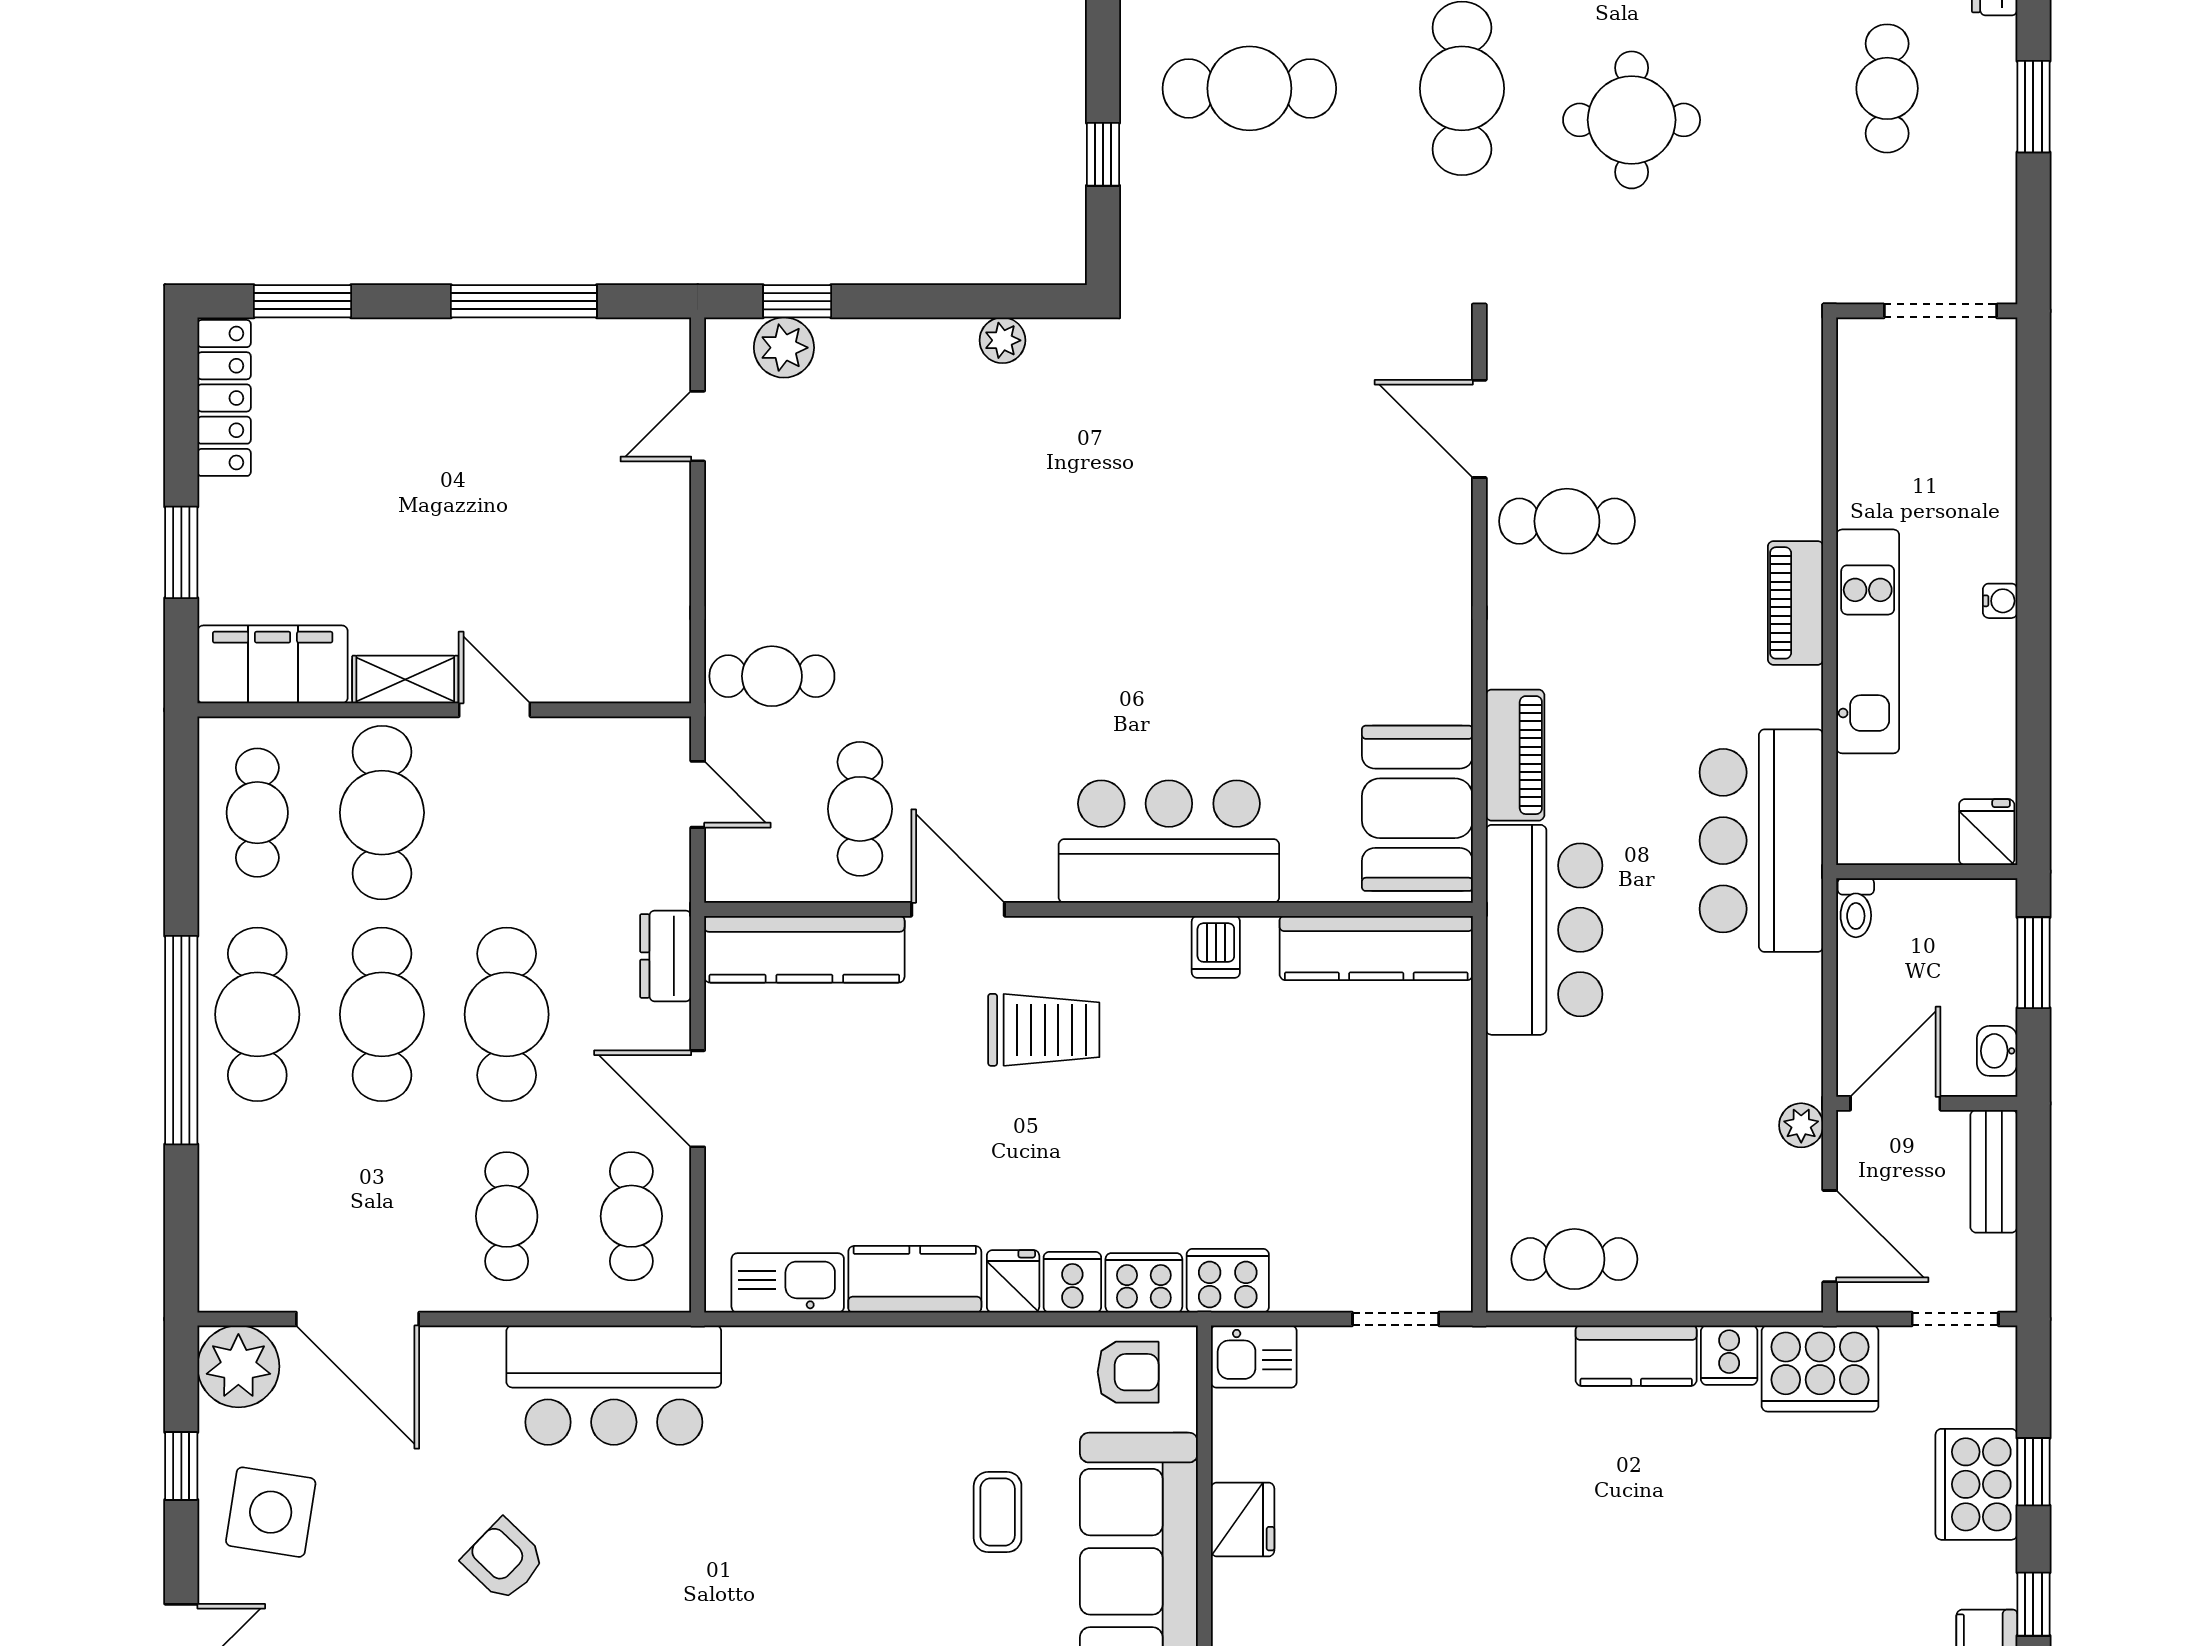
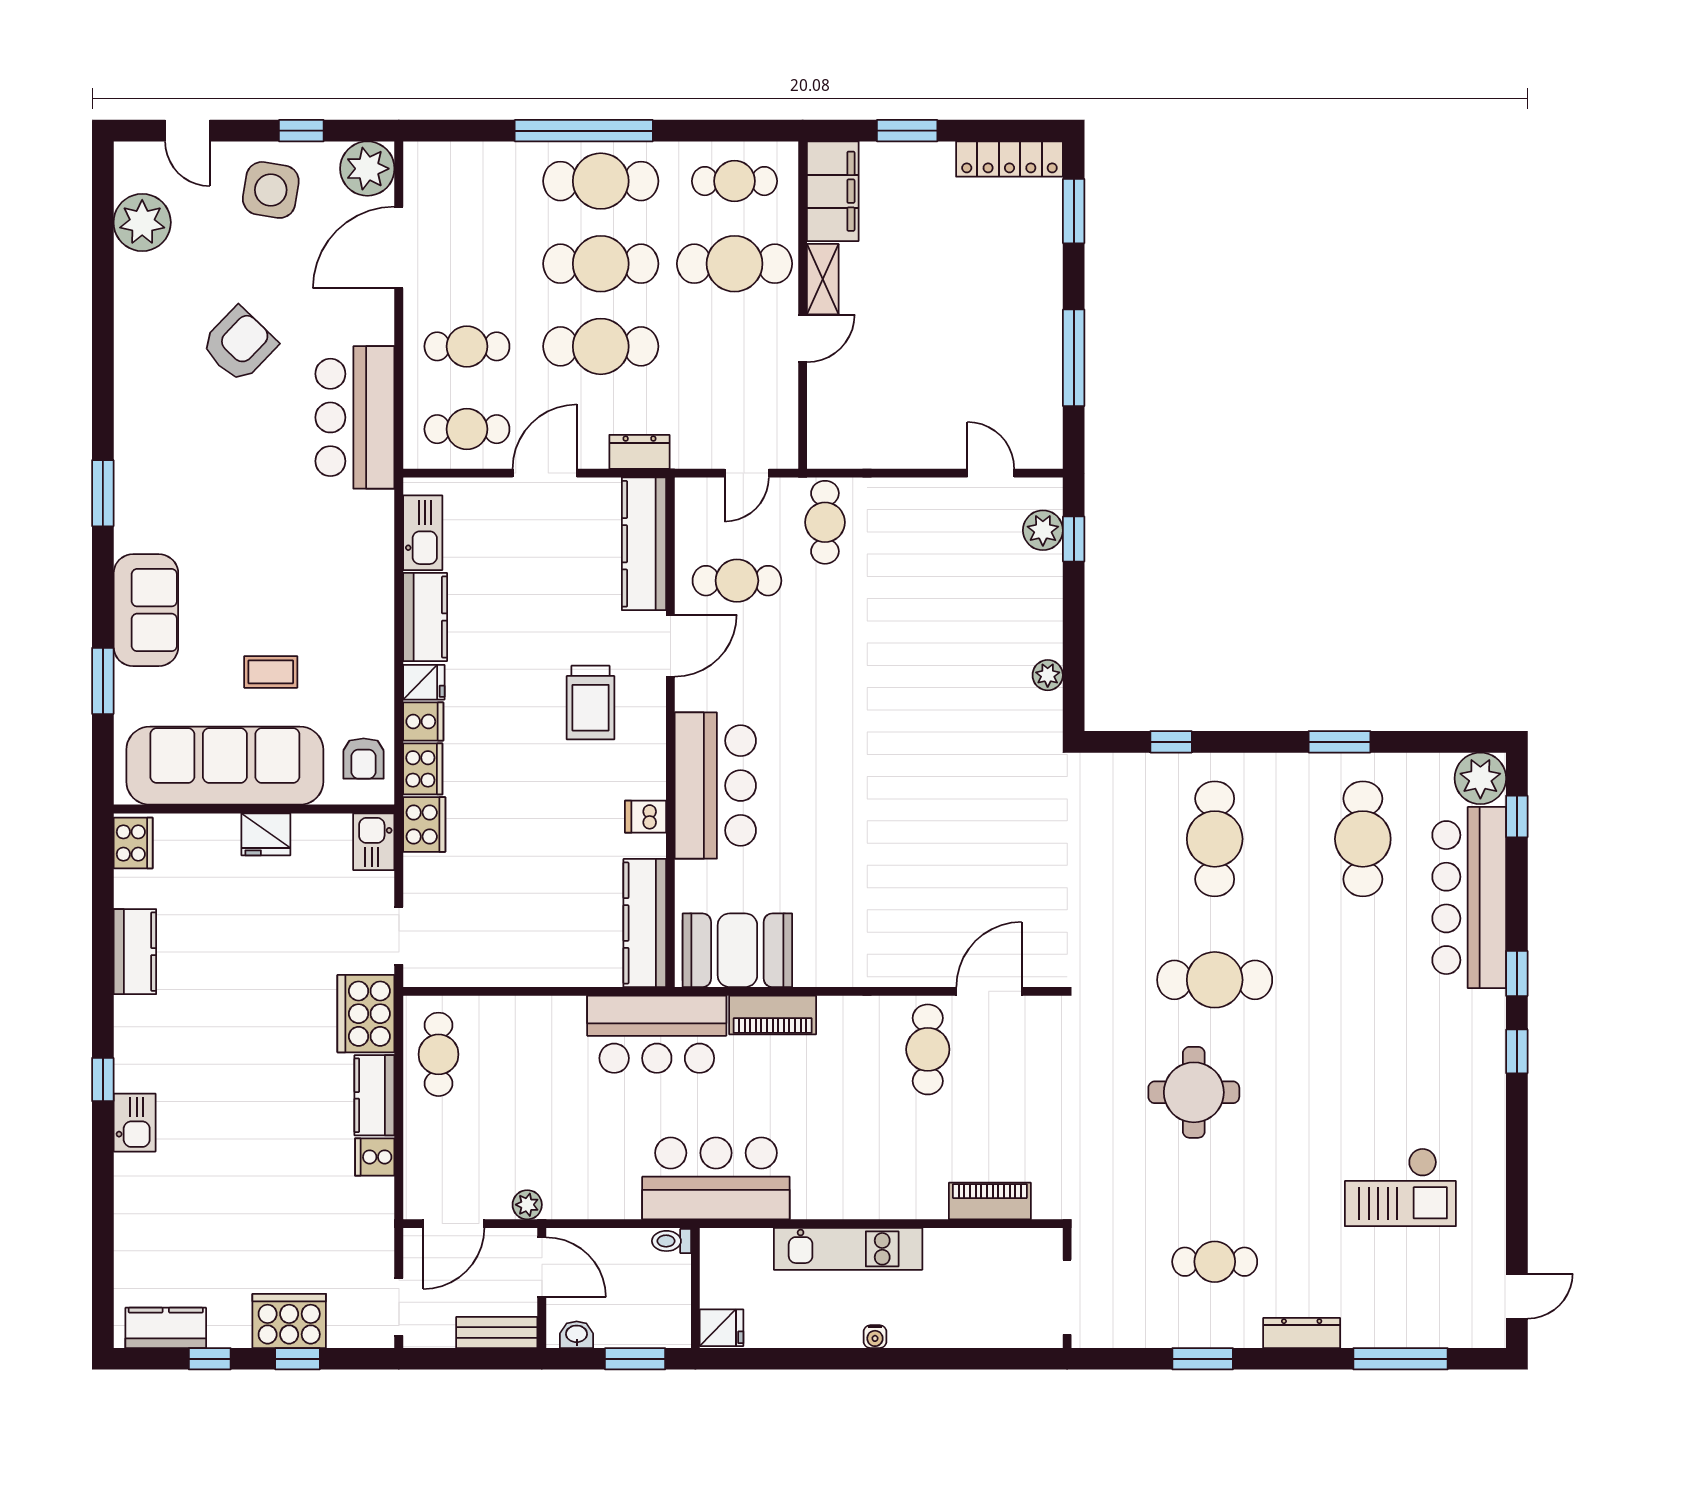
piano: (1796, 603) -> (990, 1201), moved
cooker: (1820, 1368) -> (366, 1014), moved
armchair: (504, 1560) -> (239, 344), width x1.38, depth x1.38

